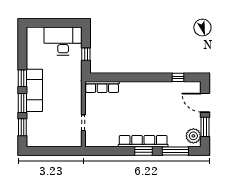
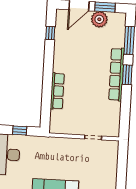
row of seats: (102, 87) -> (57, 91), moved
plant: (193, 136) -> (99, 19), moved

